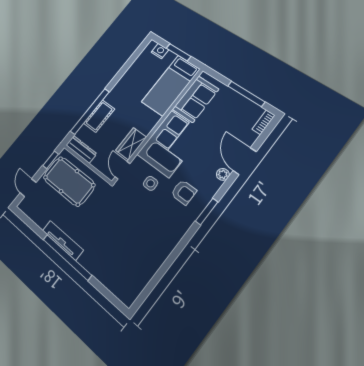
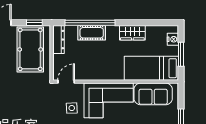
wardrobe: (131, 144) -> (132, 33), moved, turned 180

